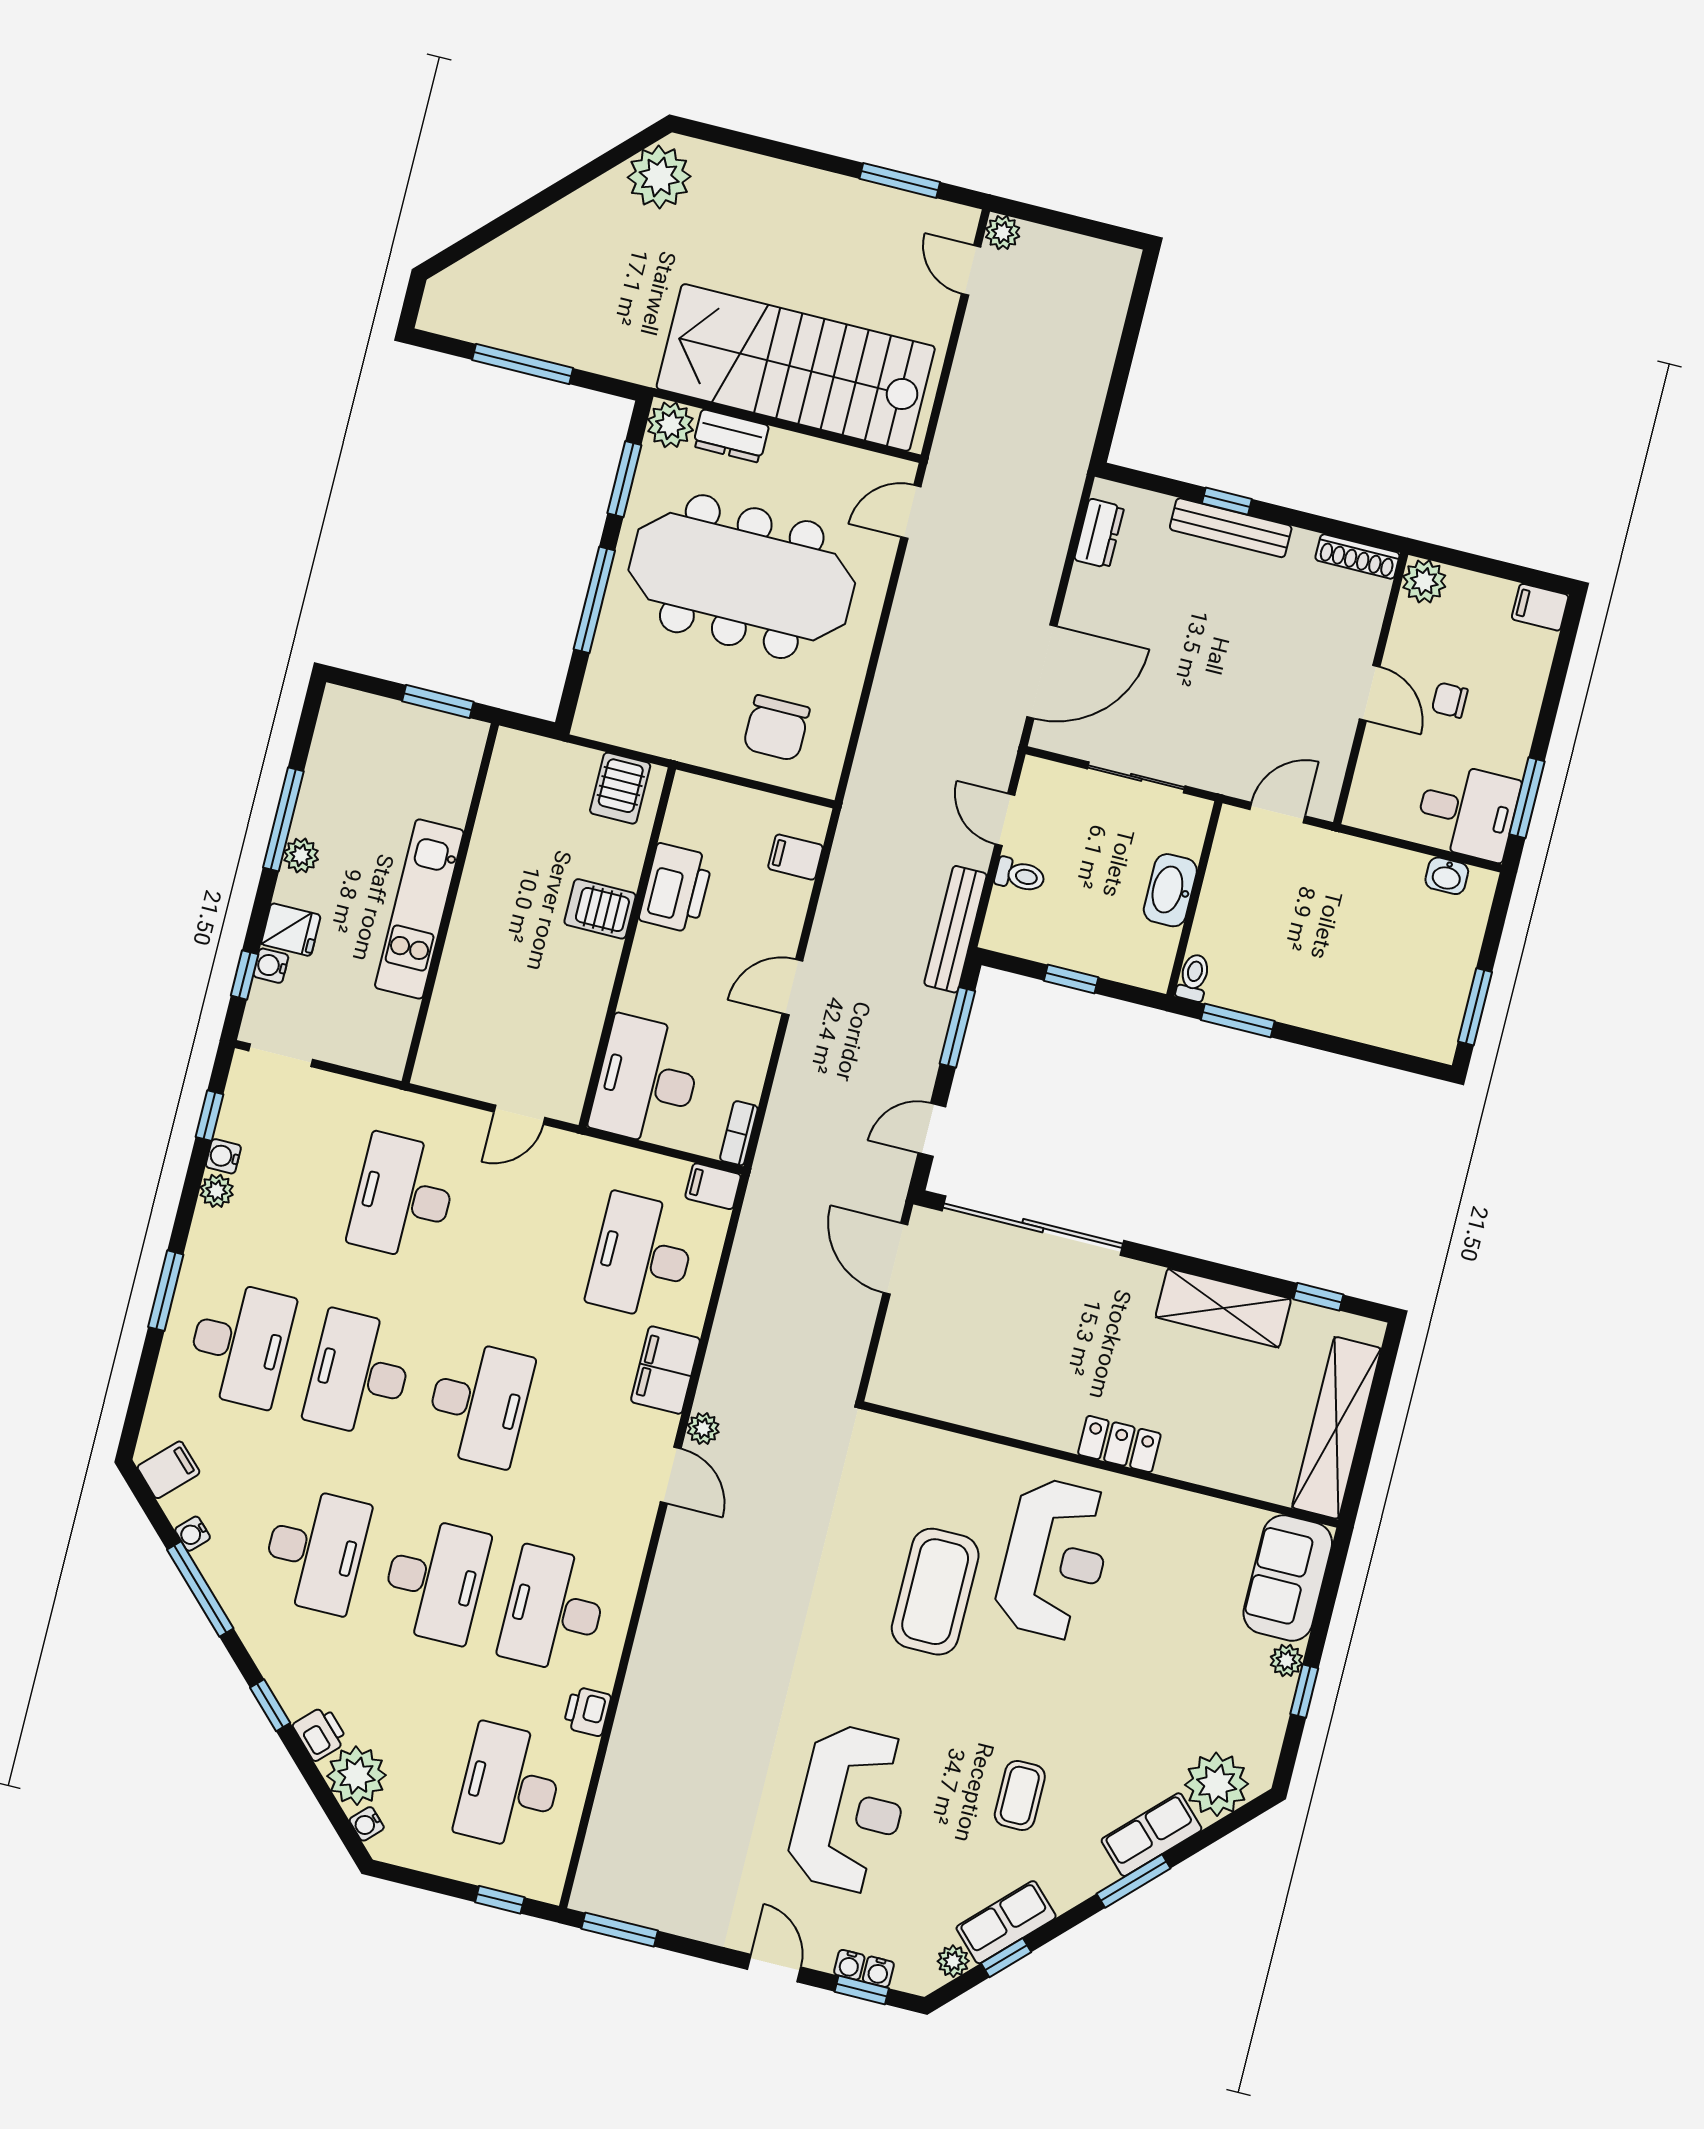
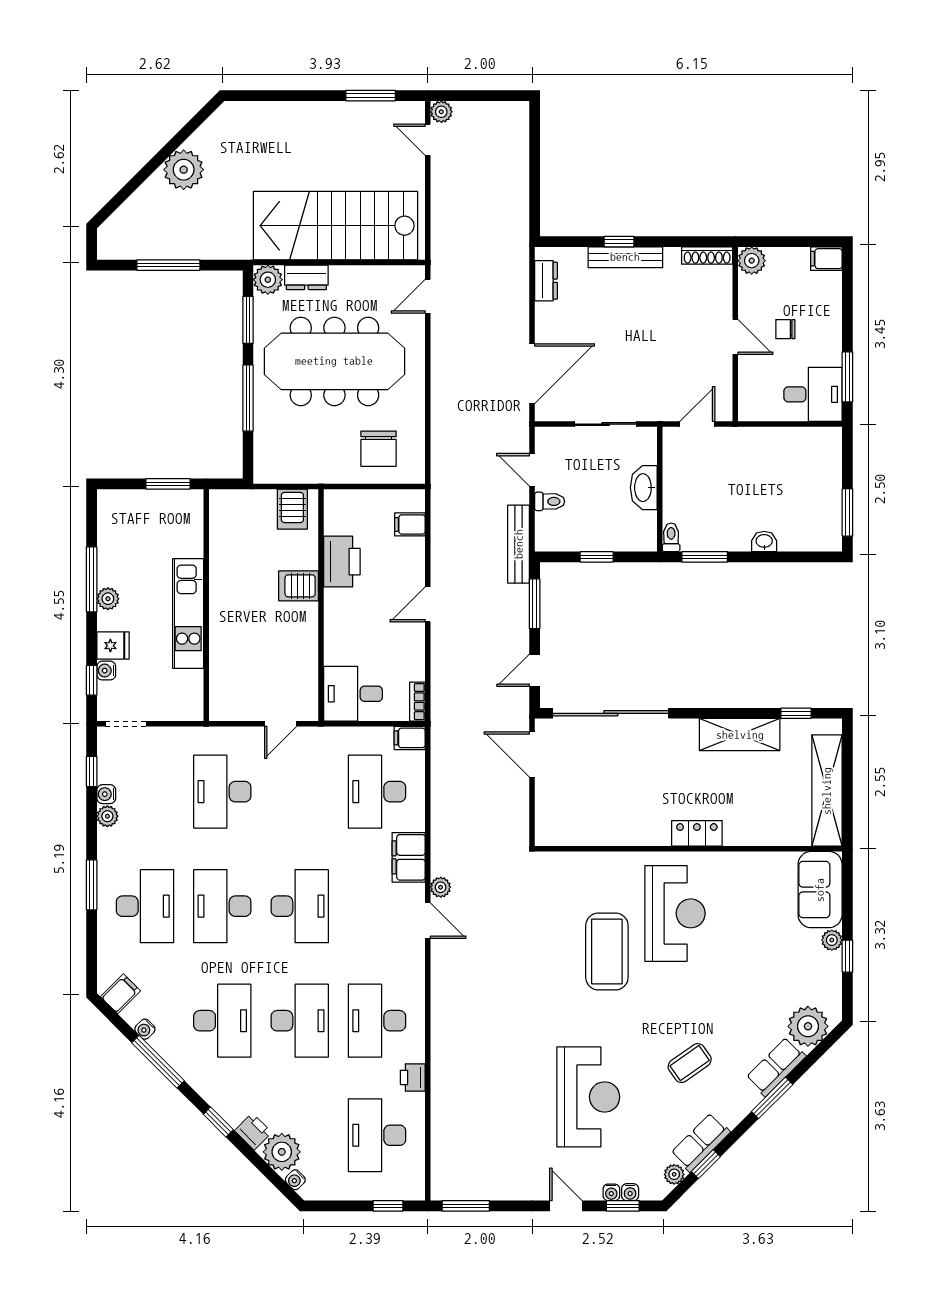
plant: (659, 177) -> (184, 170), moved
washbasin: (1447, 876) -> (764, 542), moved, turned 180
desk: (646, 1081) -> (353, 694), width x0.73
coffee table: (1020, 1795) -> (690, 1063), turned 55

